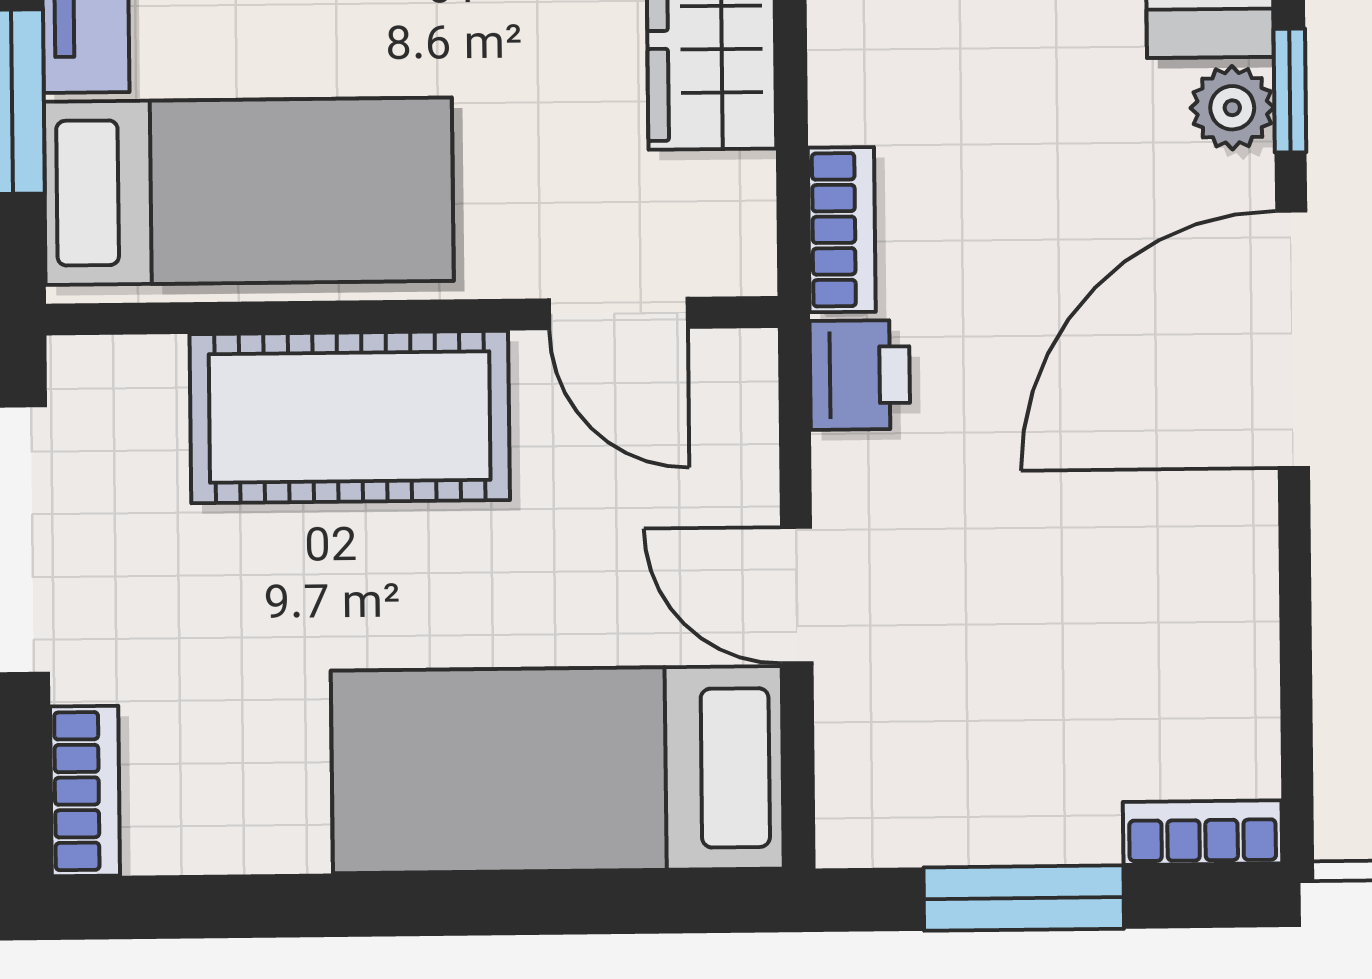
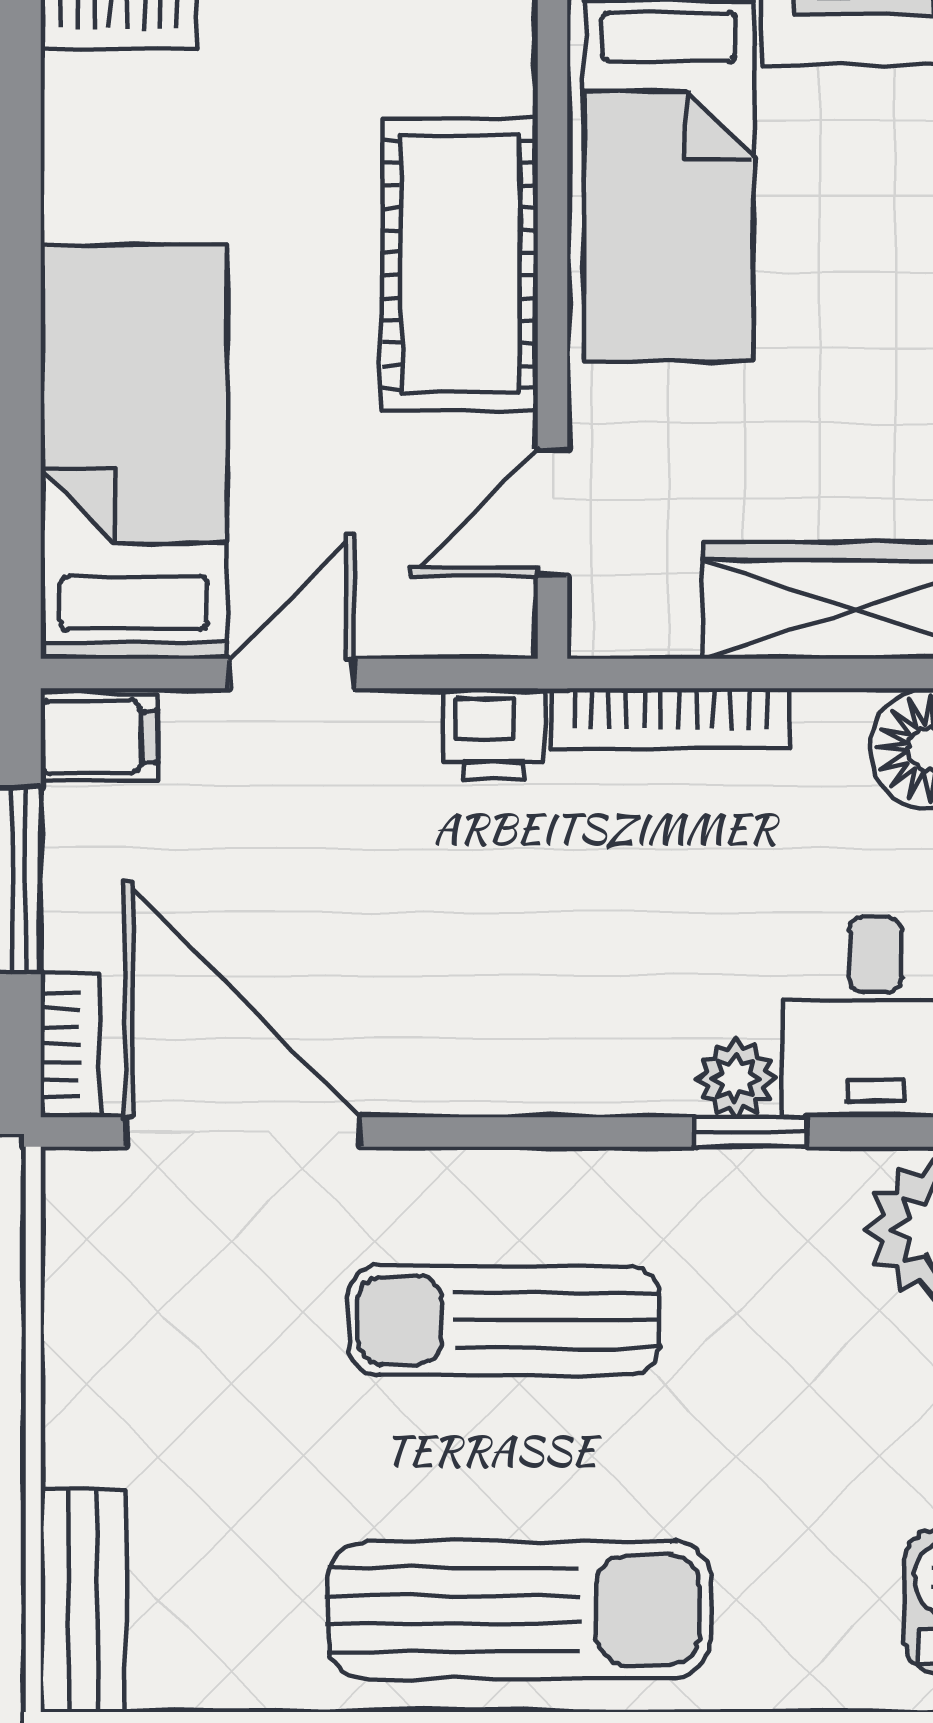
bookcase: (842, 230) -> (670, 719), width x1.56
door: (1293, 339) -> (243, 1132), moved
filing cabinet: (868, 804) -> (99, 737), added

